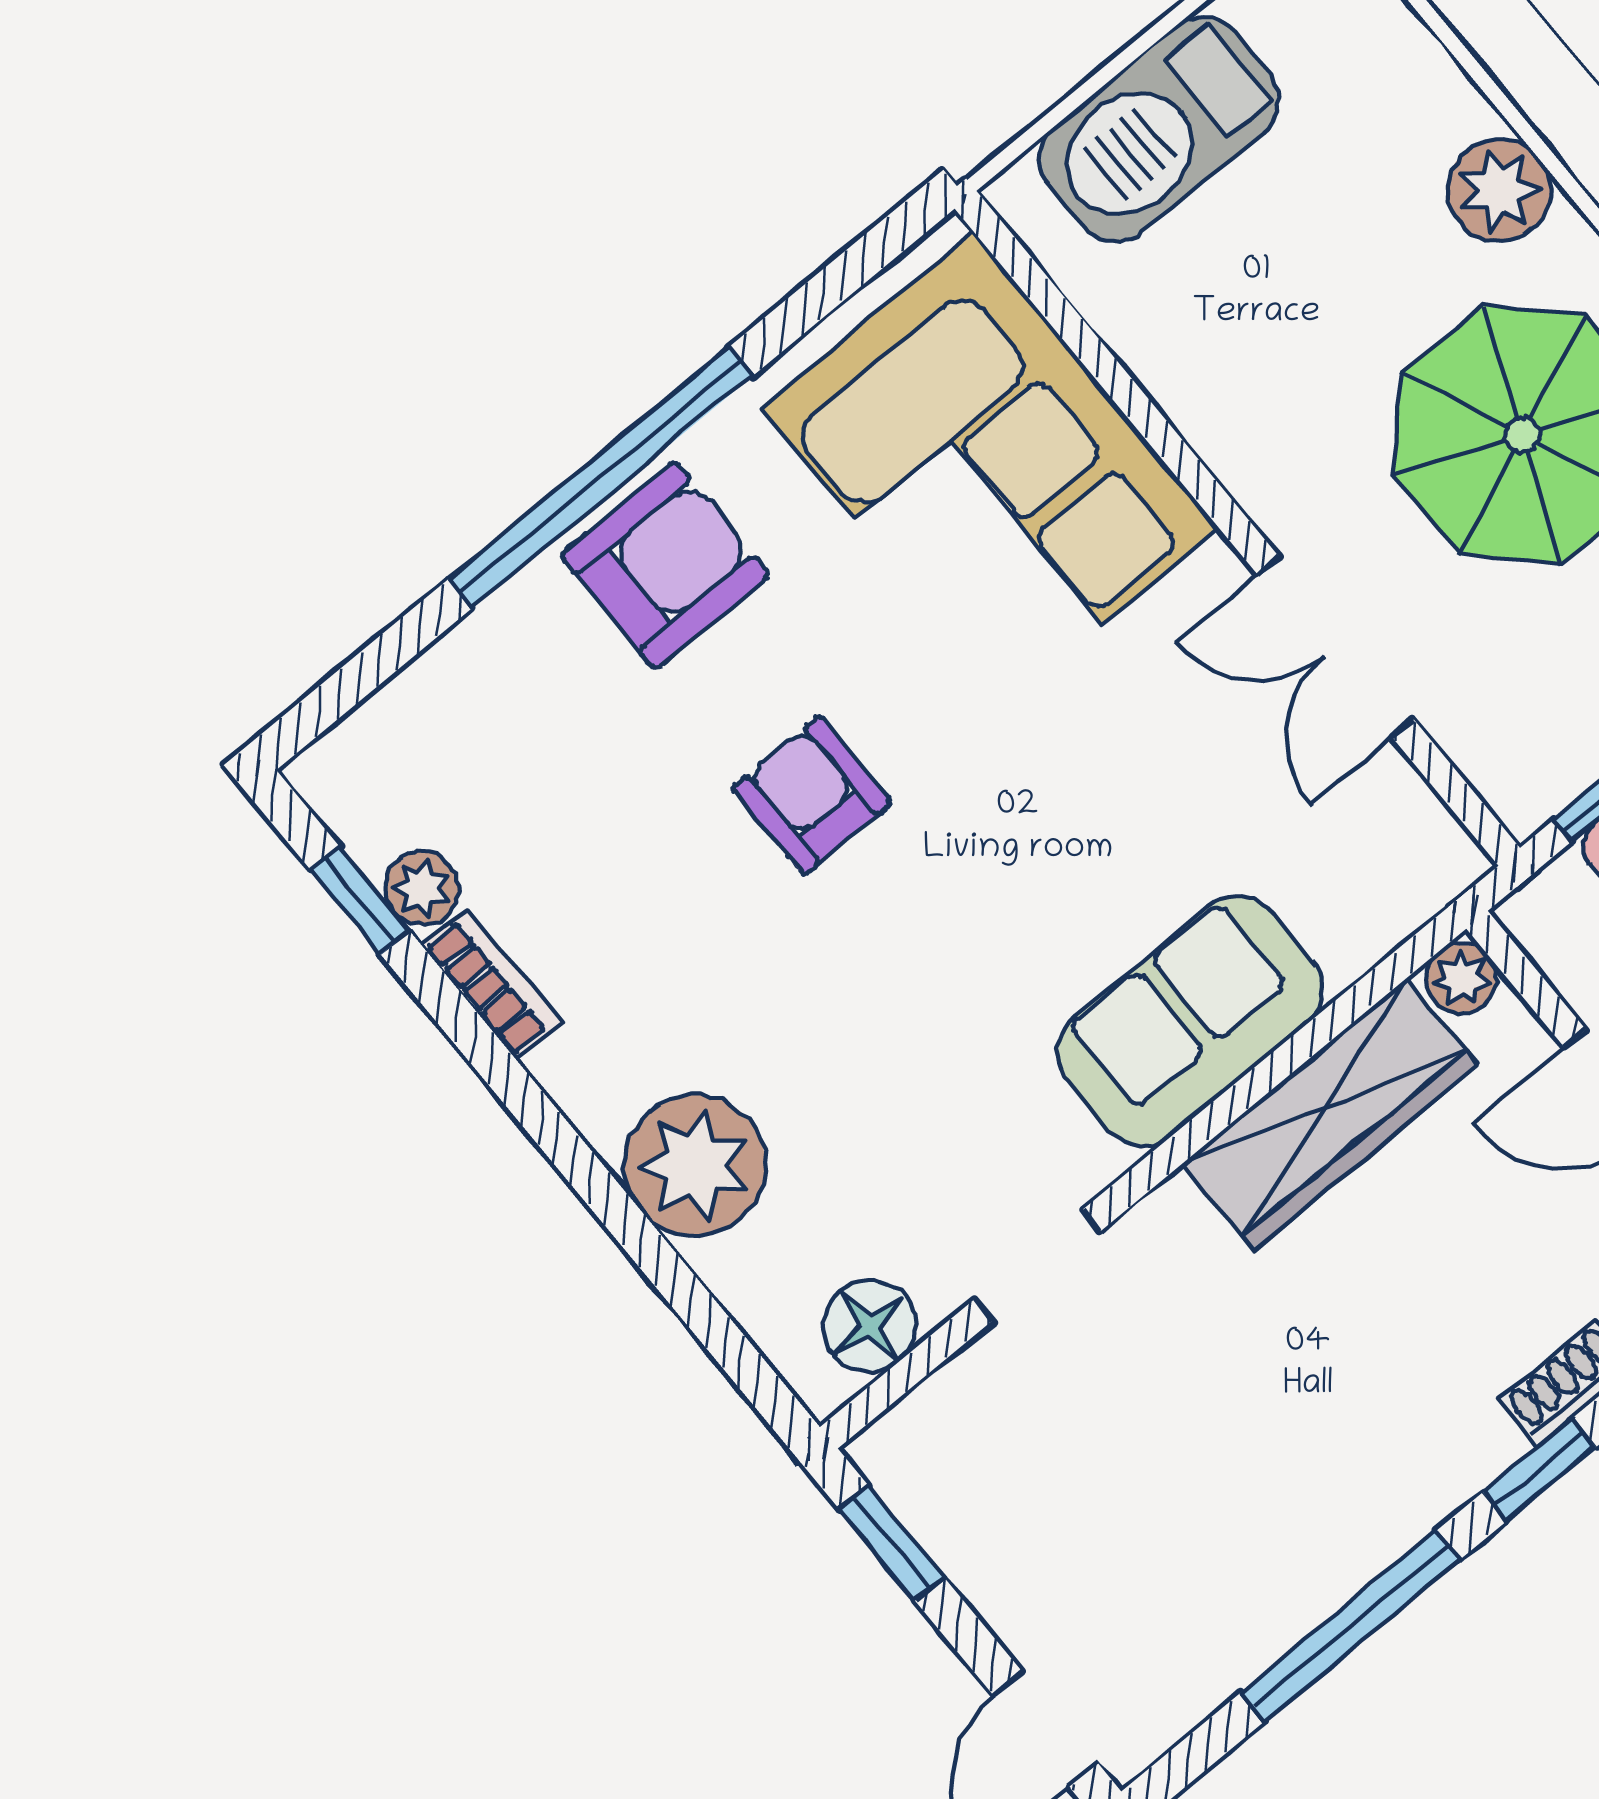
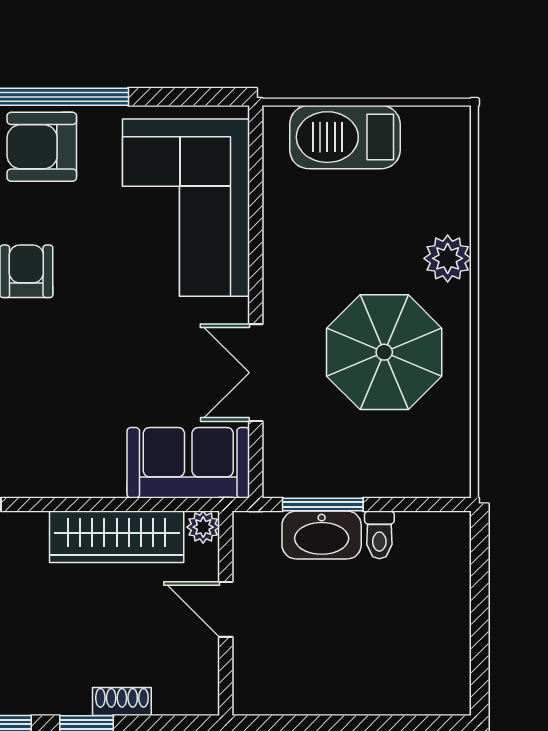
armchair: (665, 565) -> (42, 147), turned 180
sofa: (1191, 1021) -> (188, 463), moved

